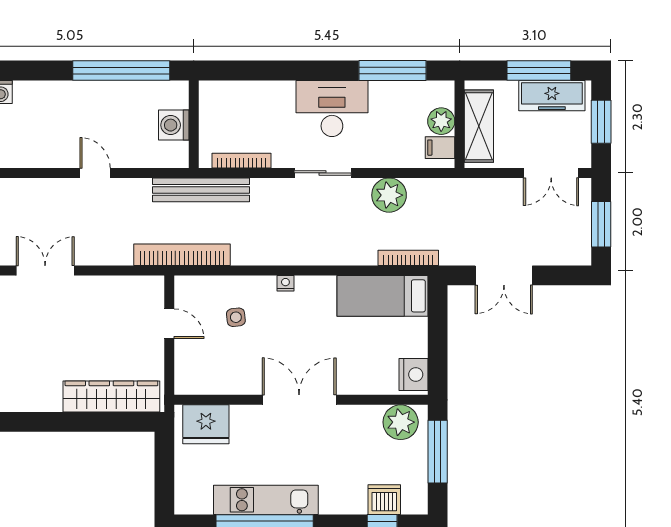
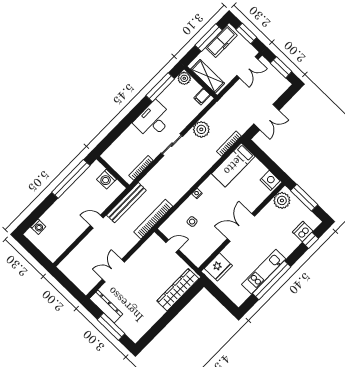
plant: (441, 121) -> (184, 78), moved
bench: (201, 190) -> (126, 203), moved

